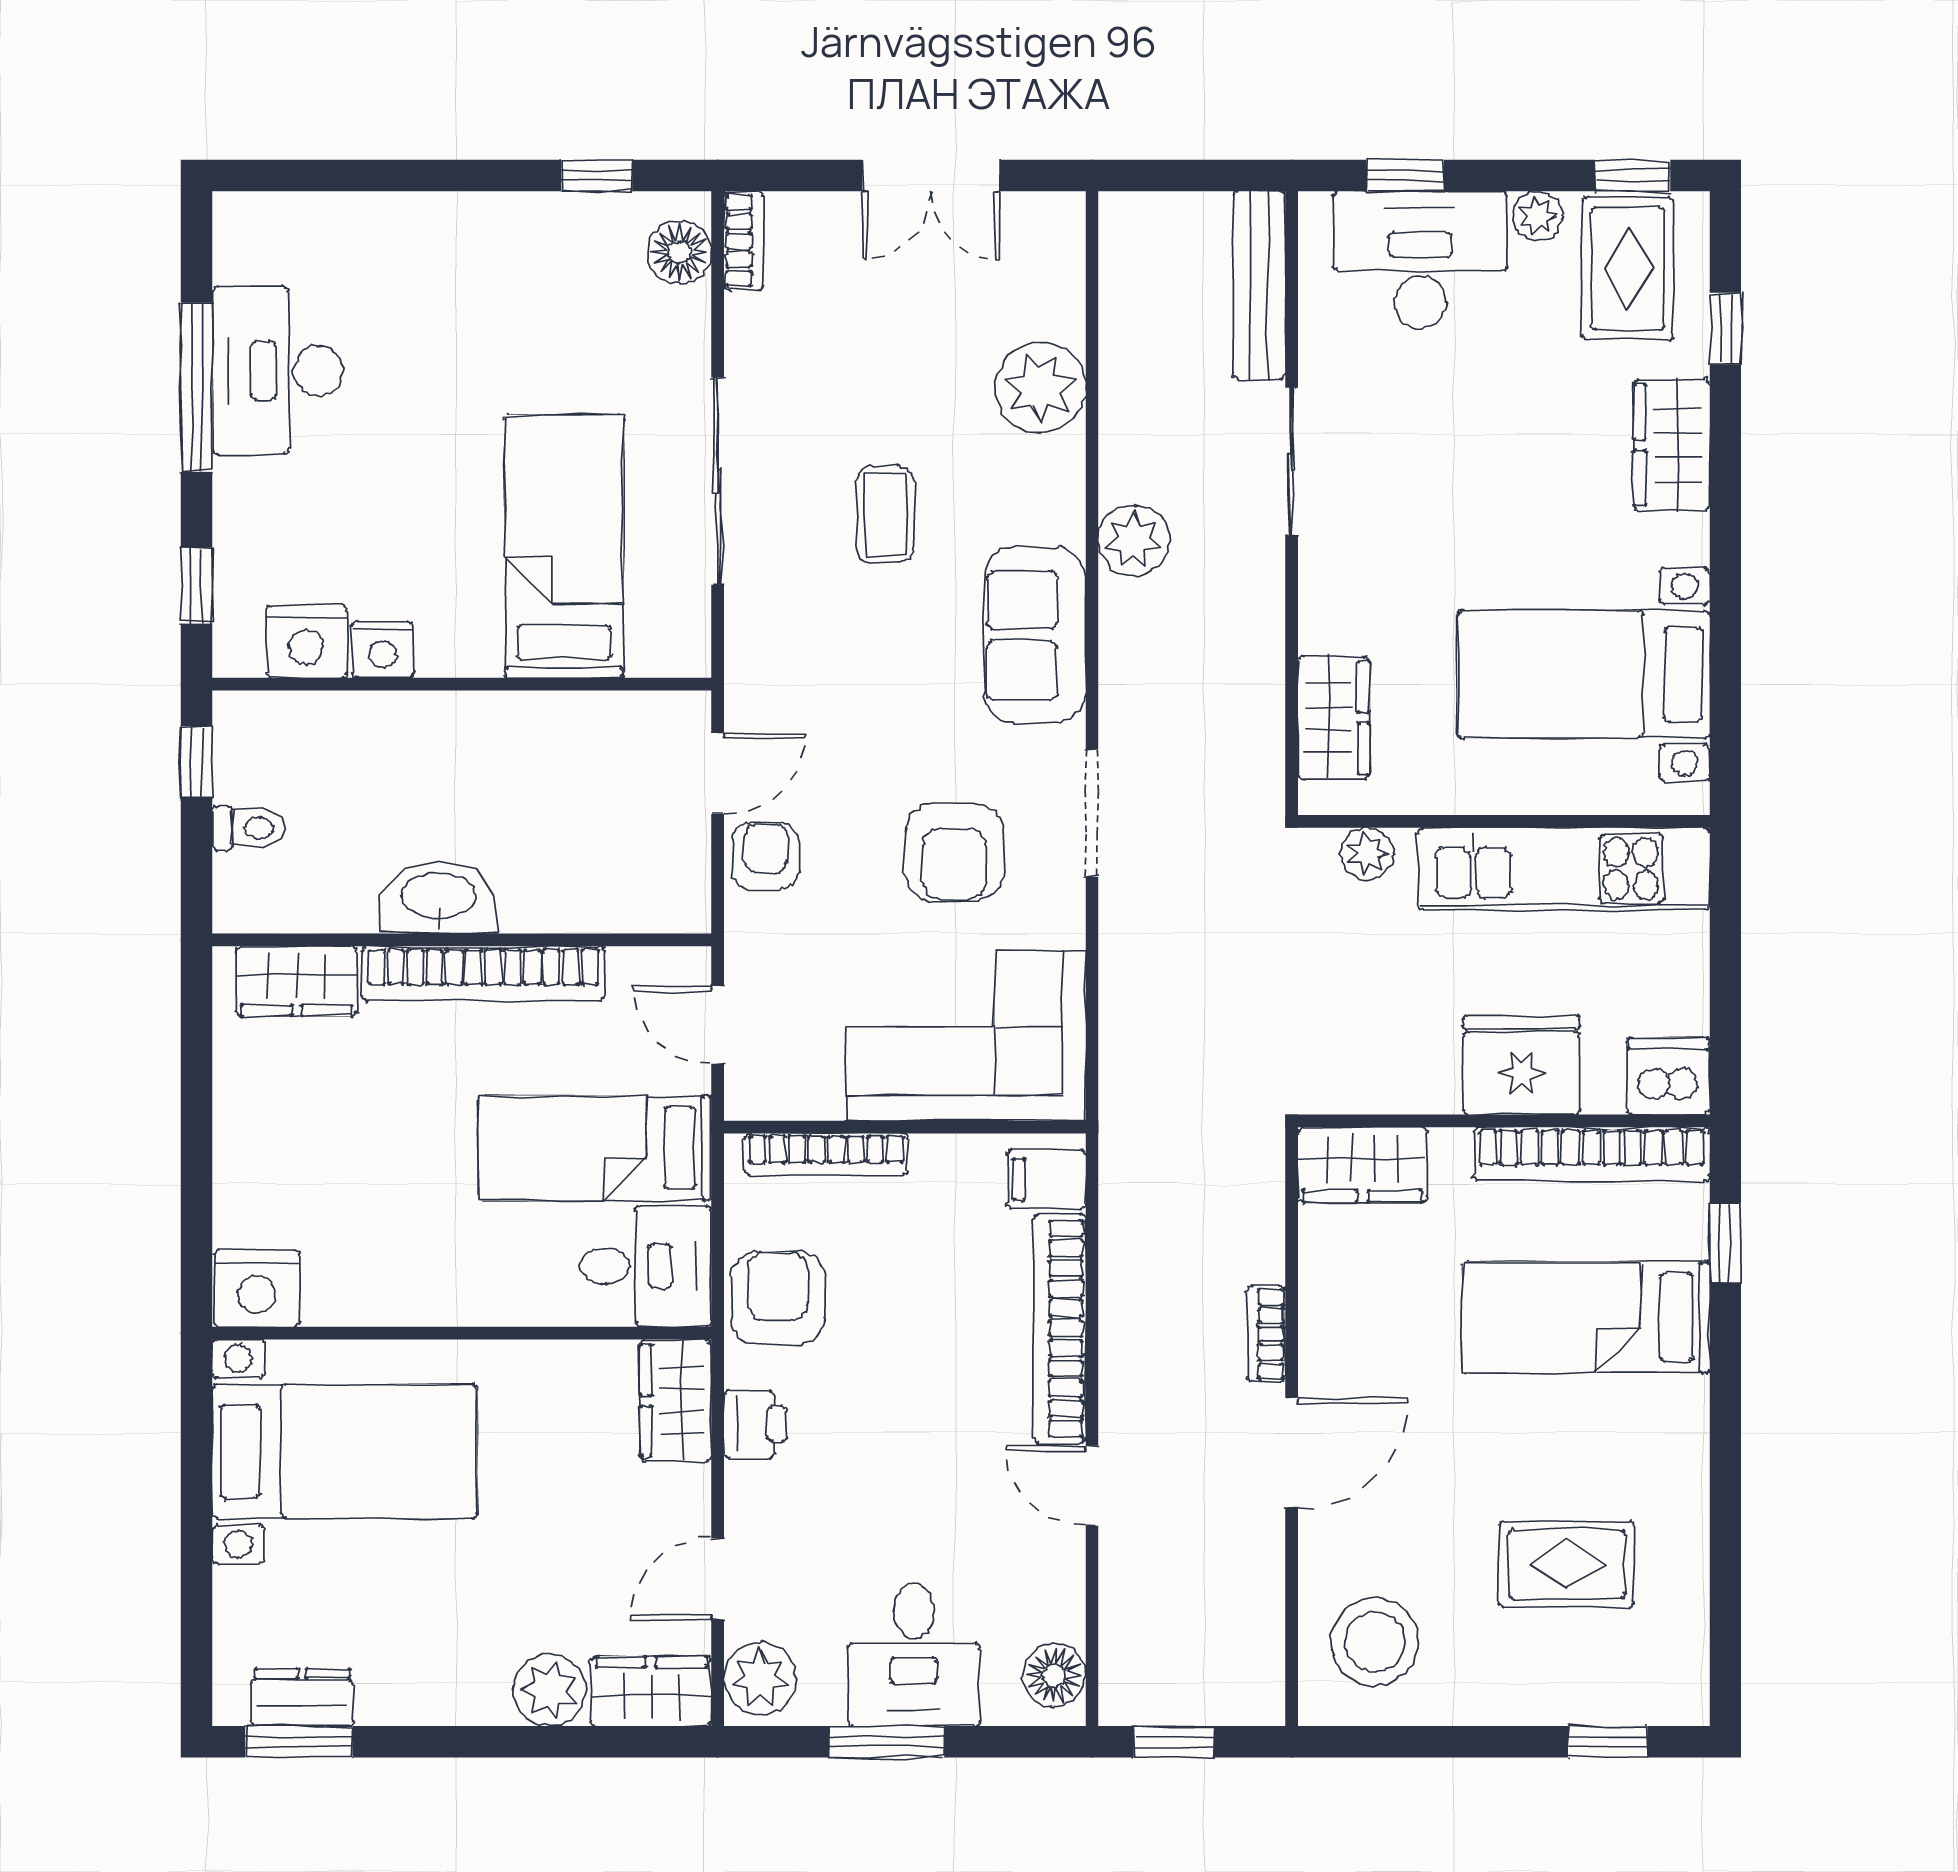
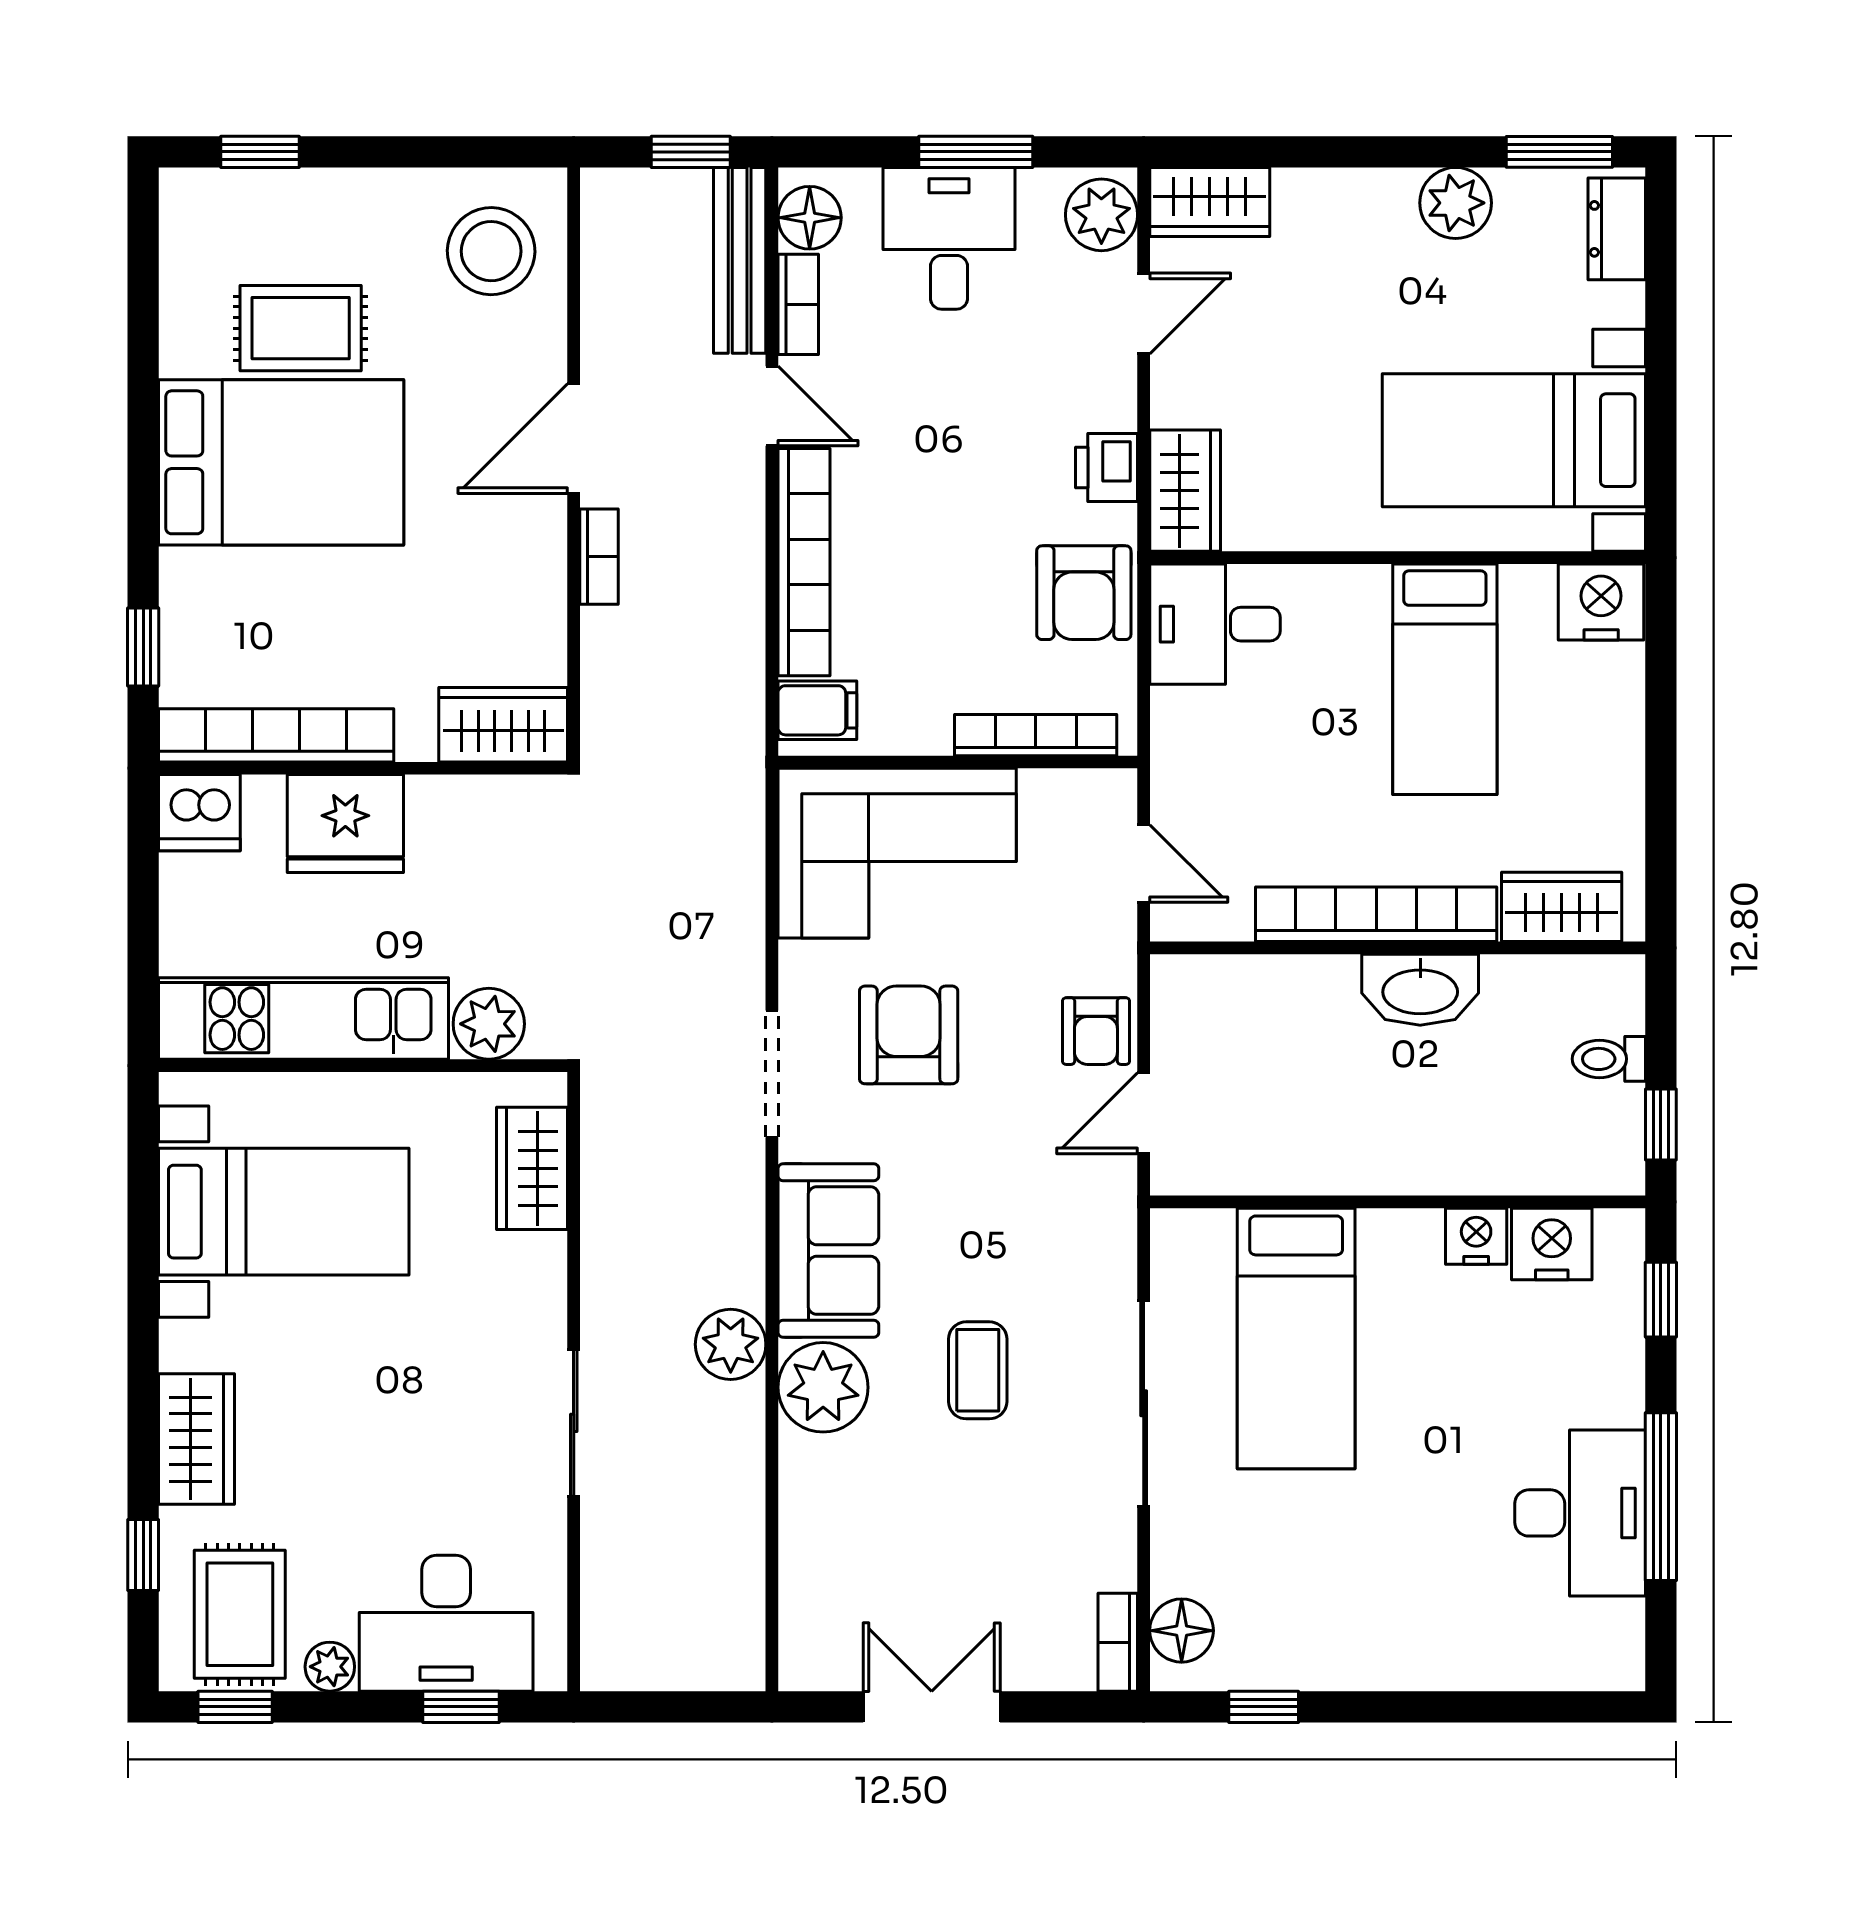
bench: (1259, 285) -> (740, 260), moved
plant: (1041, 388) -> (823, 1387), moved
plant: (1367, 854) -> (489, 1024), width x1.38, depth x1.38
bed: (595, 1148) -> (1445, 679), moved, turned 90
bed: (1586, 1317) -> (281, 462), moved, width x1.50
bookcase: (1066, 1588) -> (798, 304), added
plant: (550, 1690) -> (1456, 203), moved
dresser: (302, 1697) -> (1617, 229), moved, turned 90

